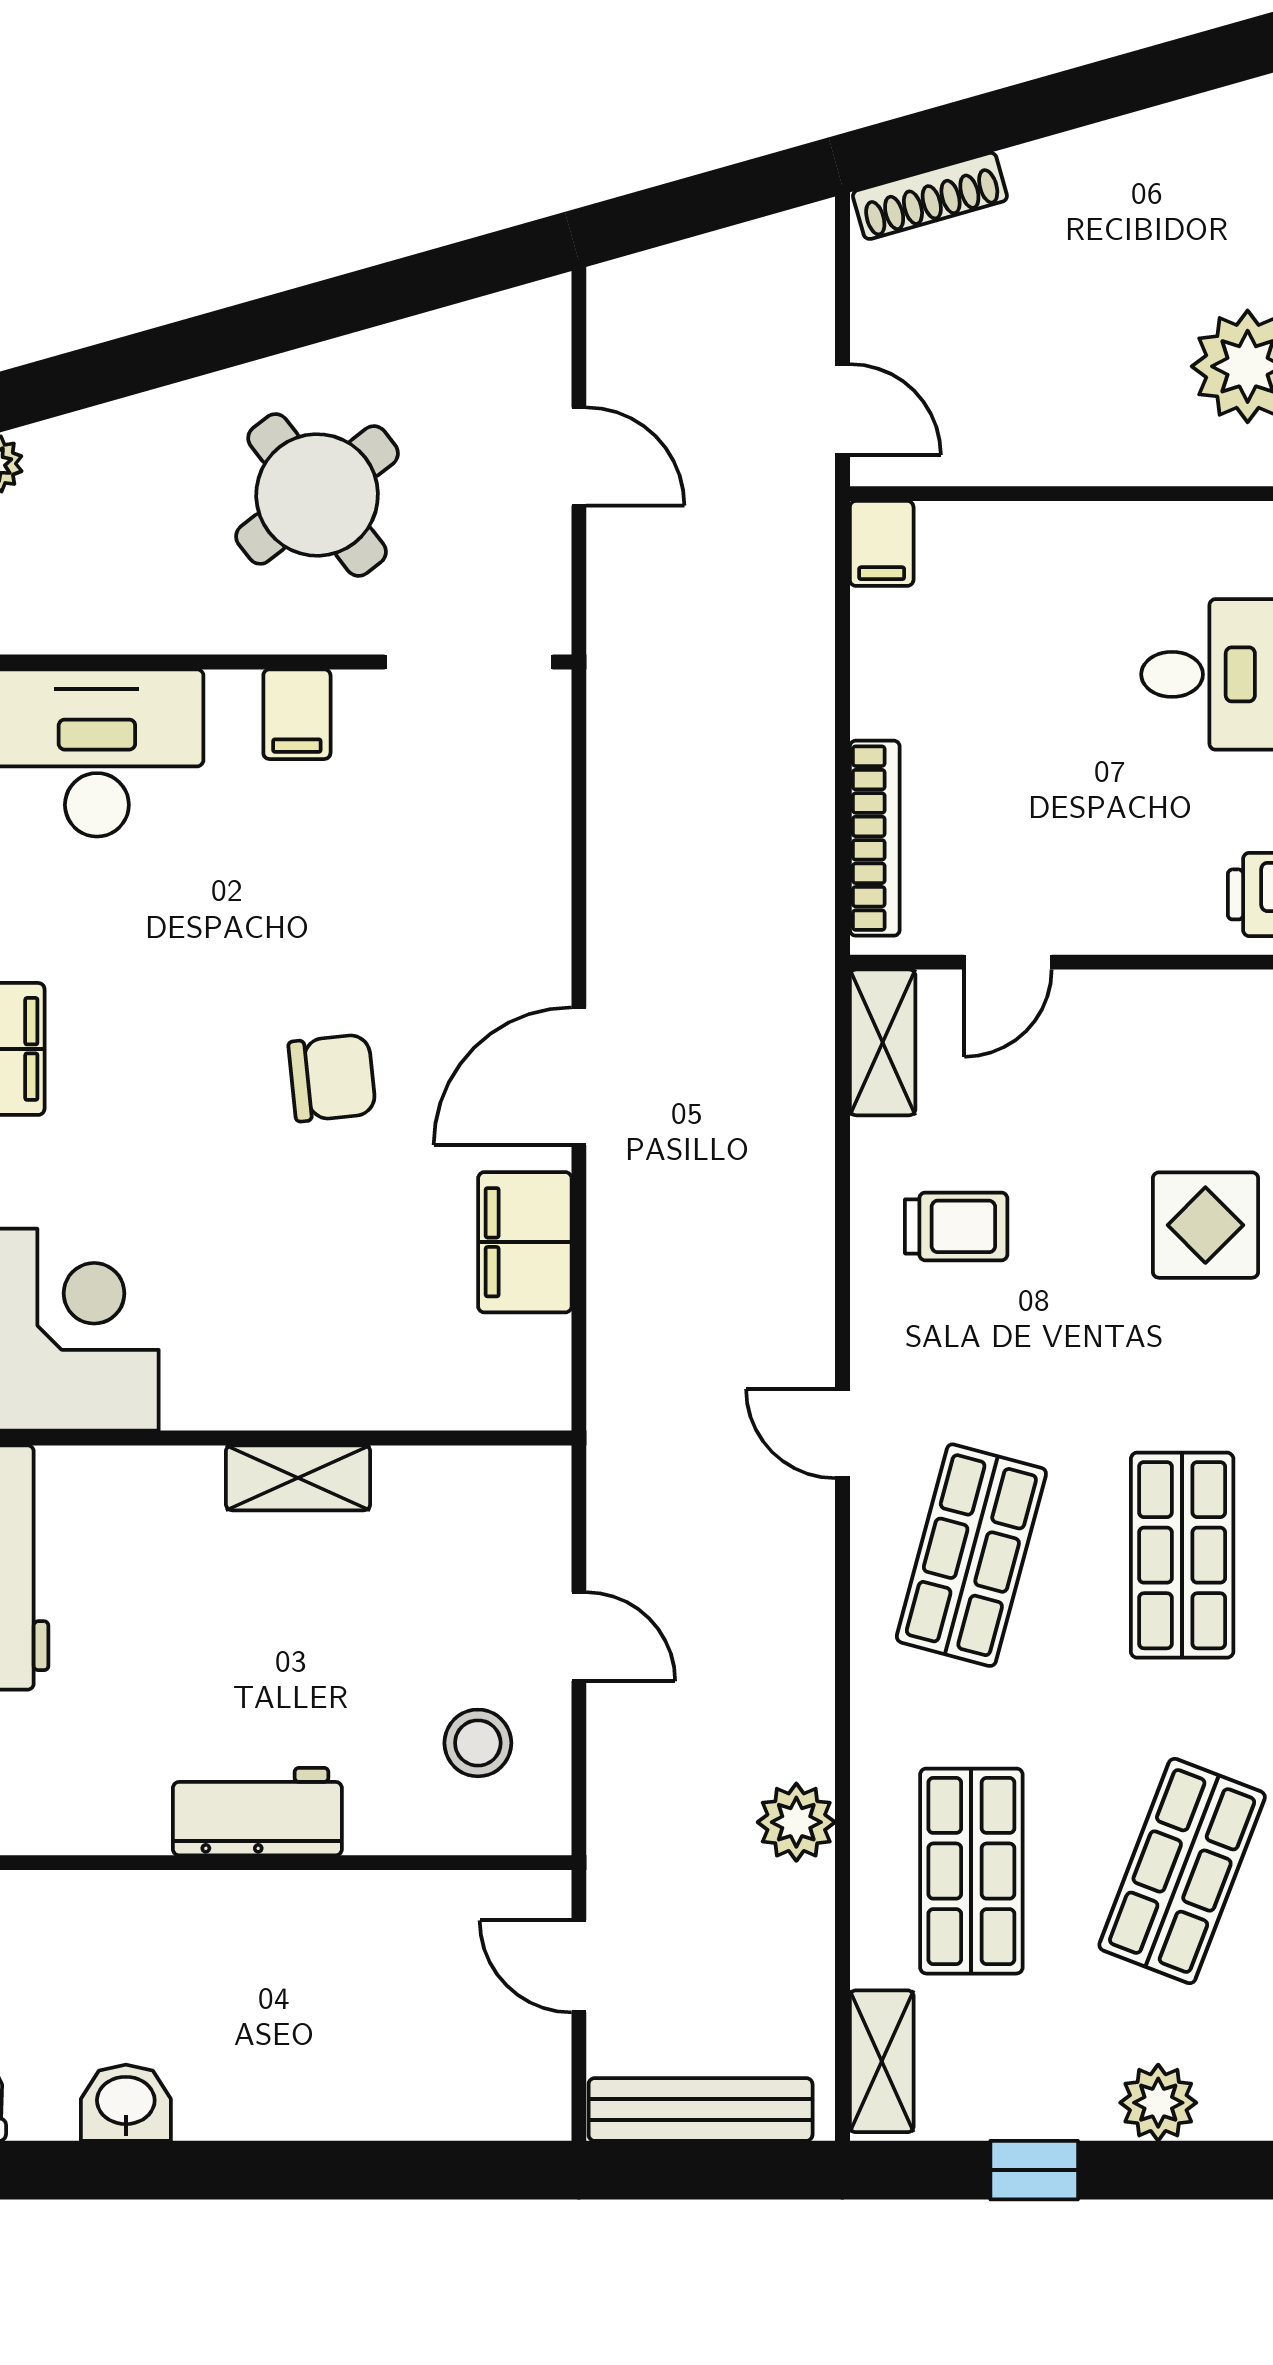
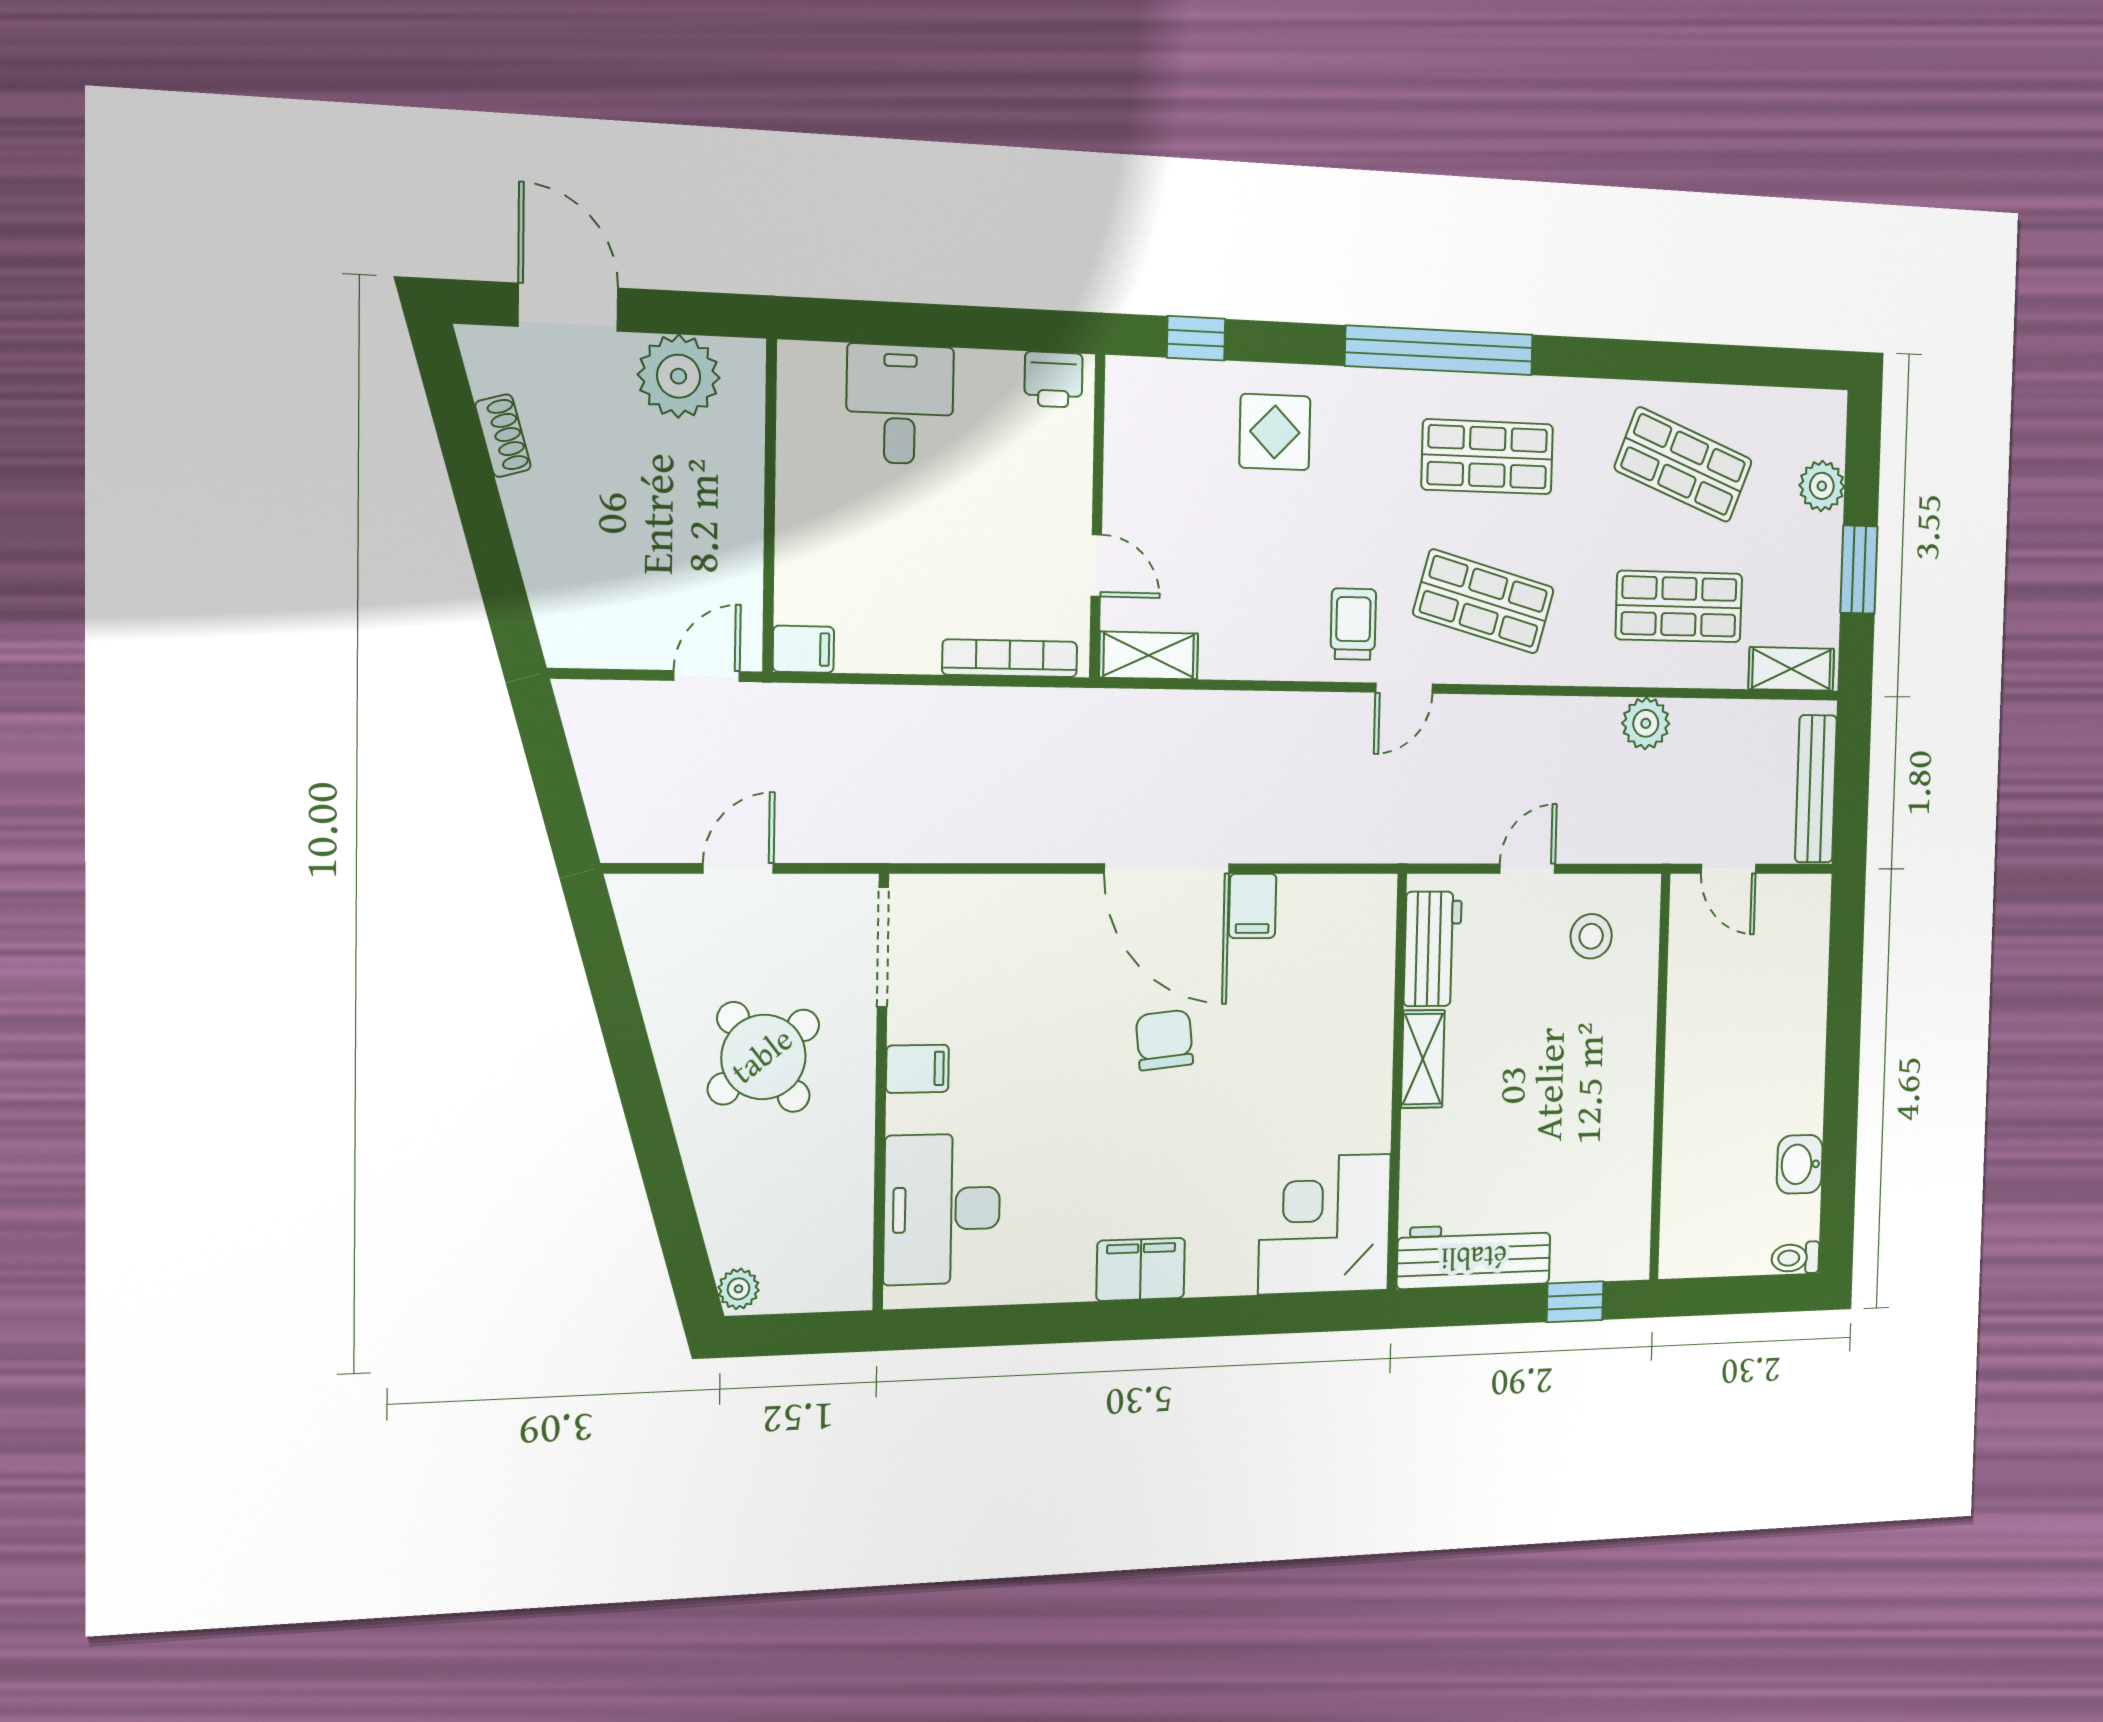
shoe rack: (930, 196) -> (503, 436), moved, width x0.70
door: (579, 1076) -> (1167, 869), width x1.36
trolley: (956, 1226) -> (1353, 624), moved
filing cabinet: (525, 1242) -> (1253, 906), width x0.50
workbench: (257, 1812) -> (1433, 949), moved, turned 180
door: (579, 1966) -> (1728, 869), hinge flipped
window: (1034, 2170) -> (1859, 570), width x1.50

